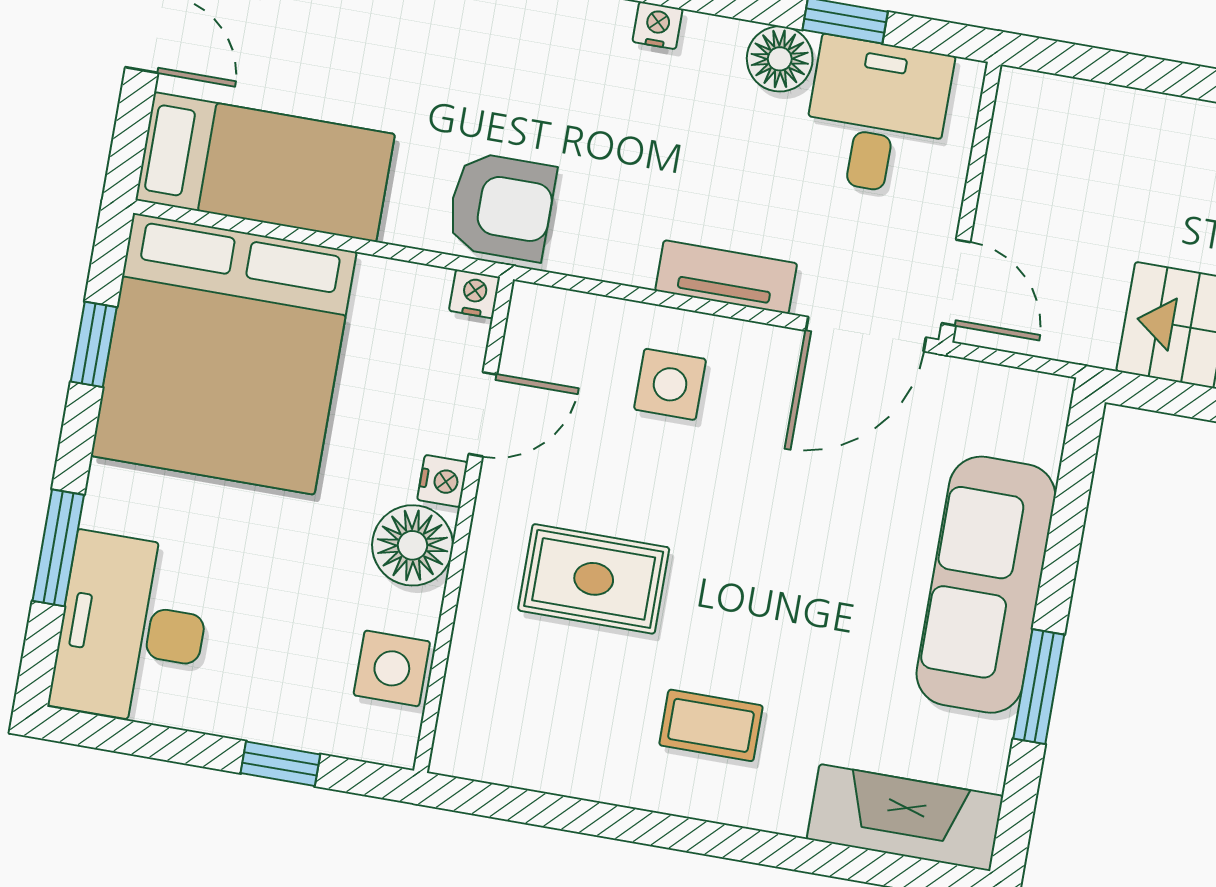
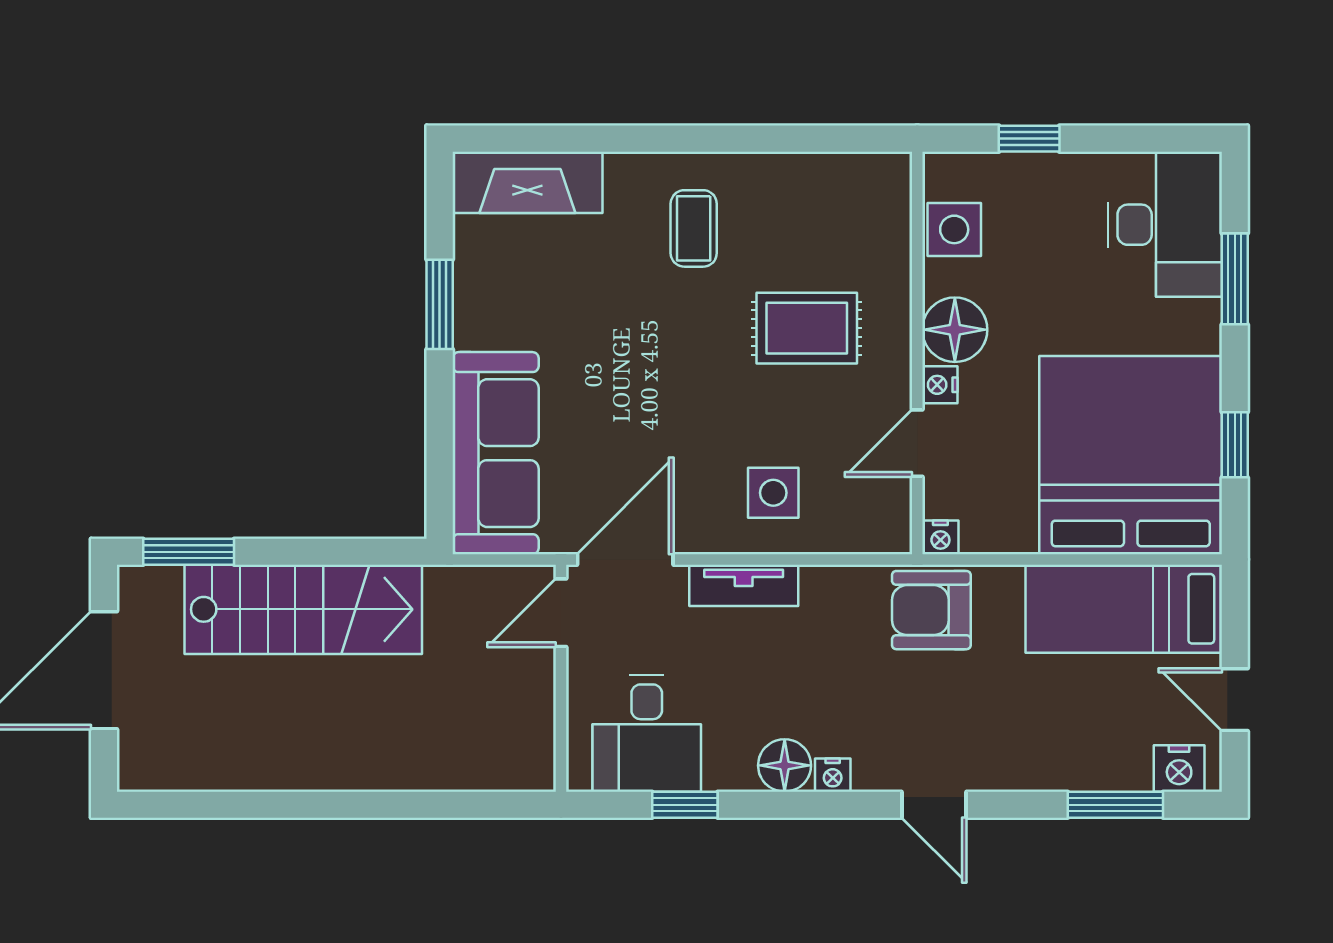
floor lamp: (780, 59) -> (785, 765), moved
door: (956, 283) -> (561, 613), hinge flipped
sofa: (986, 585) -> (496, 453), moved
coffee table: (711, 725) -> (694, 228), turned 90

